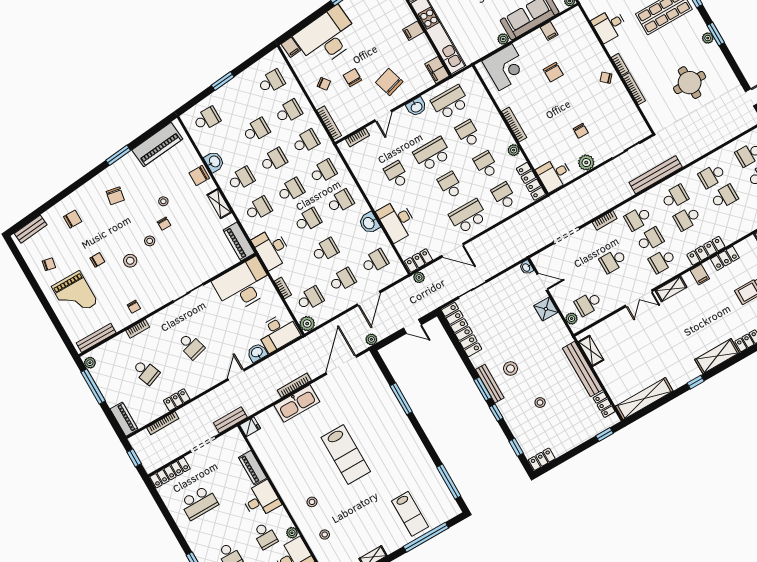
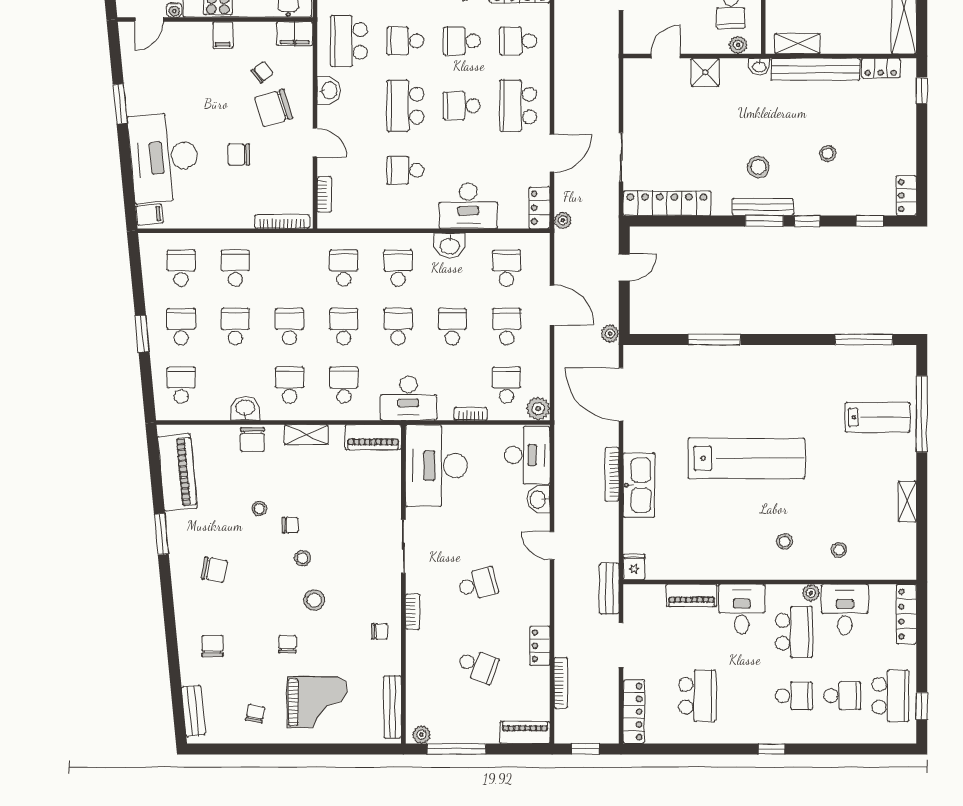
chair: (324, 84) -> (262, 72), moved
school desk: (306, 142) -> (181, 327), moved
washbasin: (526, 267) -> (759, 66), moved
bookcase: (138, 329) -> (413, 612), moved
school desk: (146, 372) -> (478, 666), turned 42
lab bench: (346, 454) -> (746, 458), width x1.36
school desk: (265, 536) -> (794, 632), width x1.85

